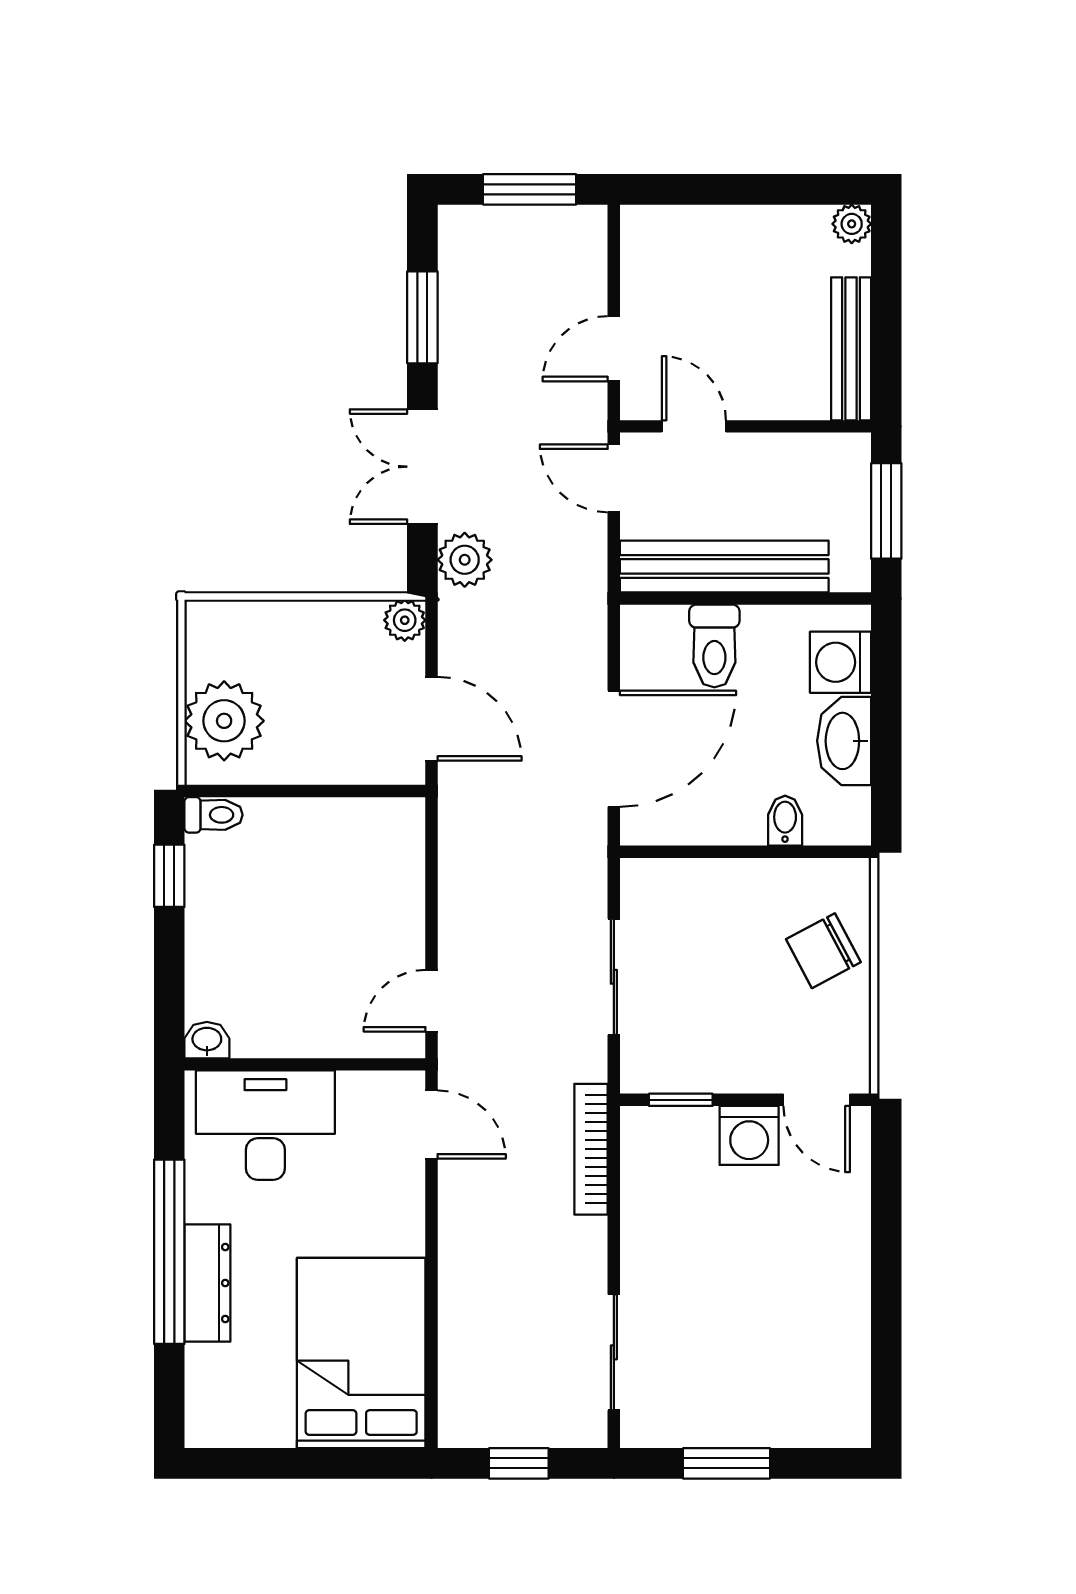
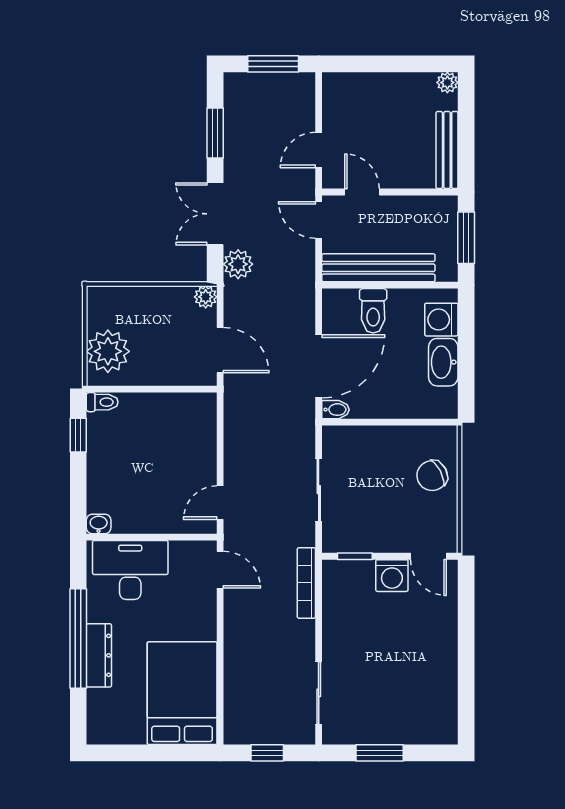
bidet: (785, 821) -> (336, 410), moved, turned 90

